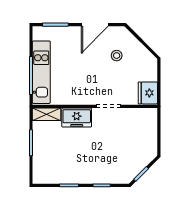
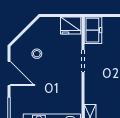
freezer: (77, 118) -> (93, 30), moved

